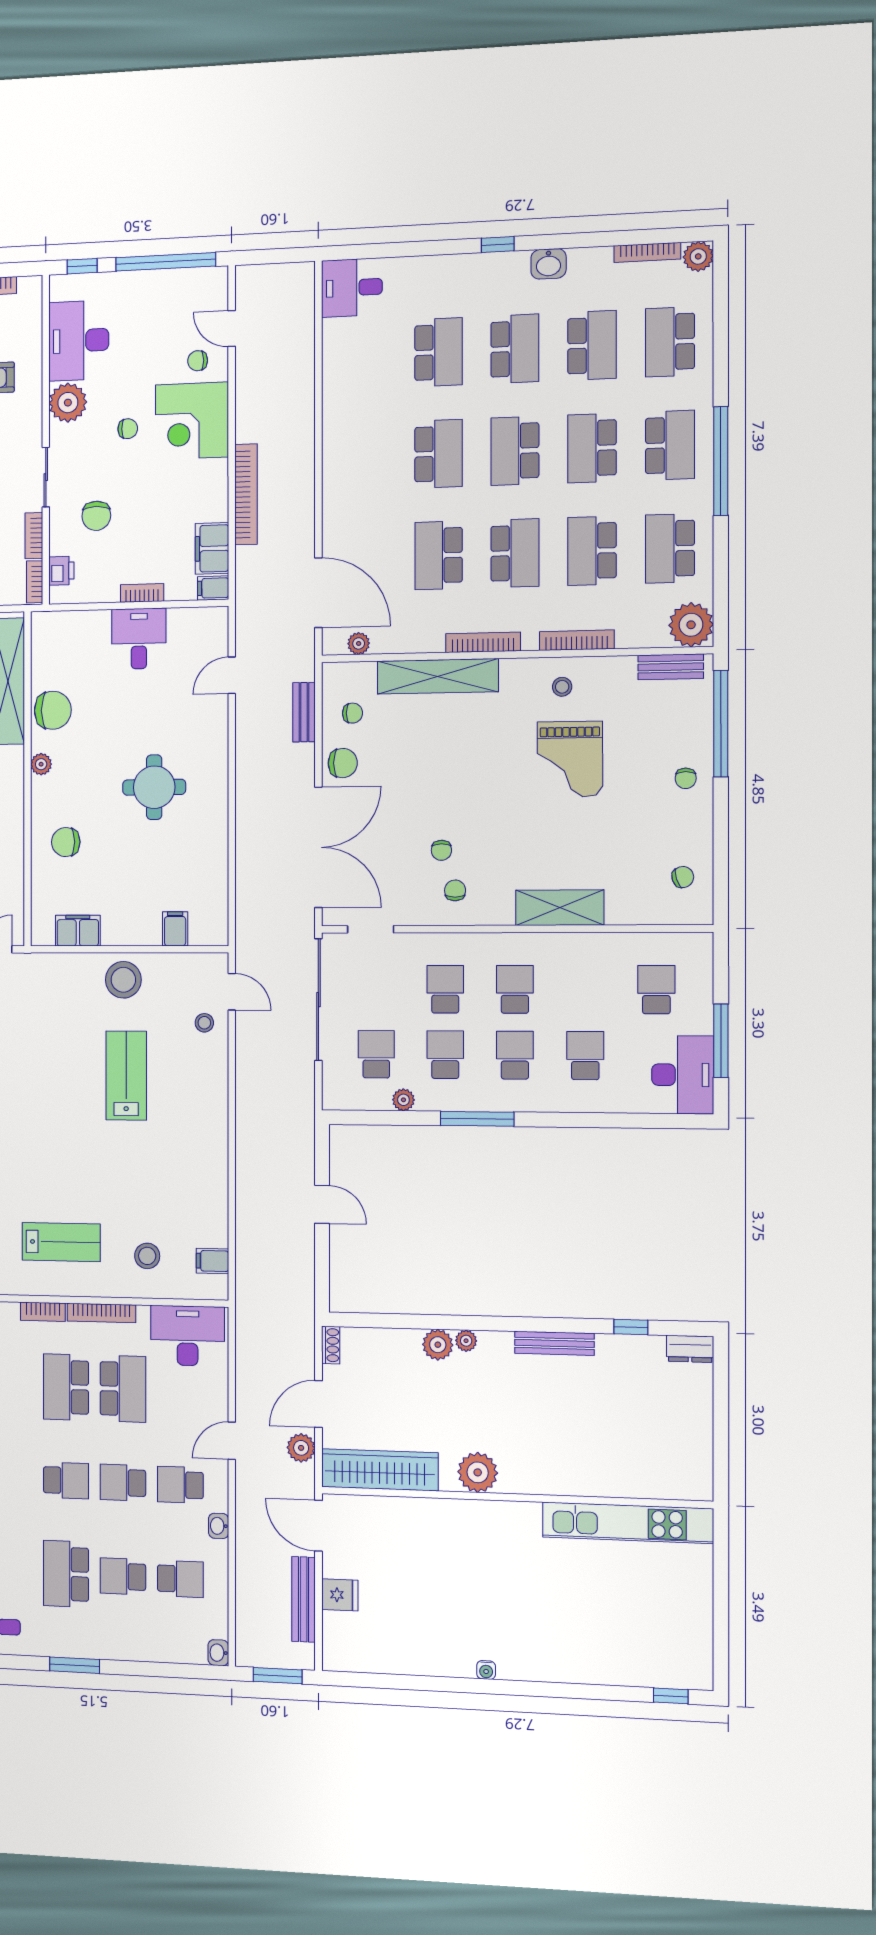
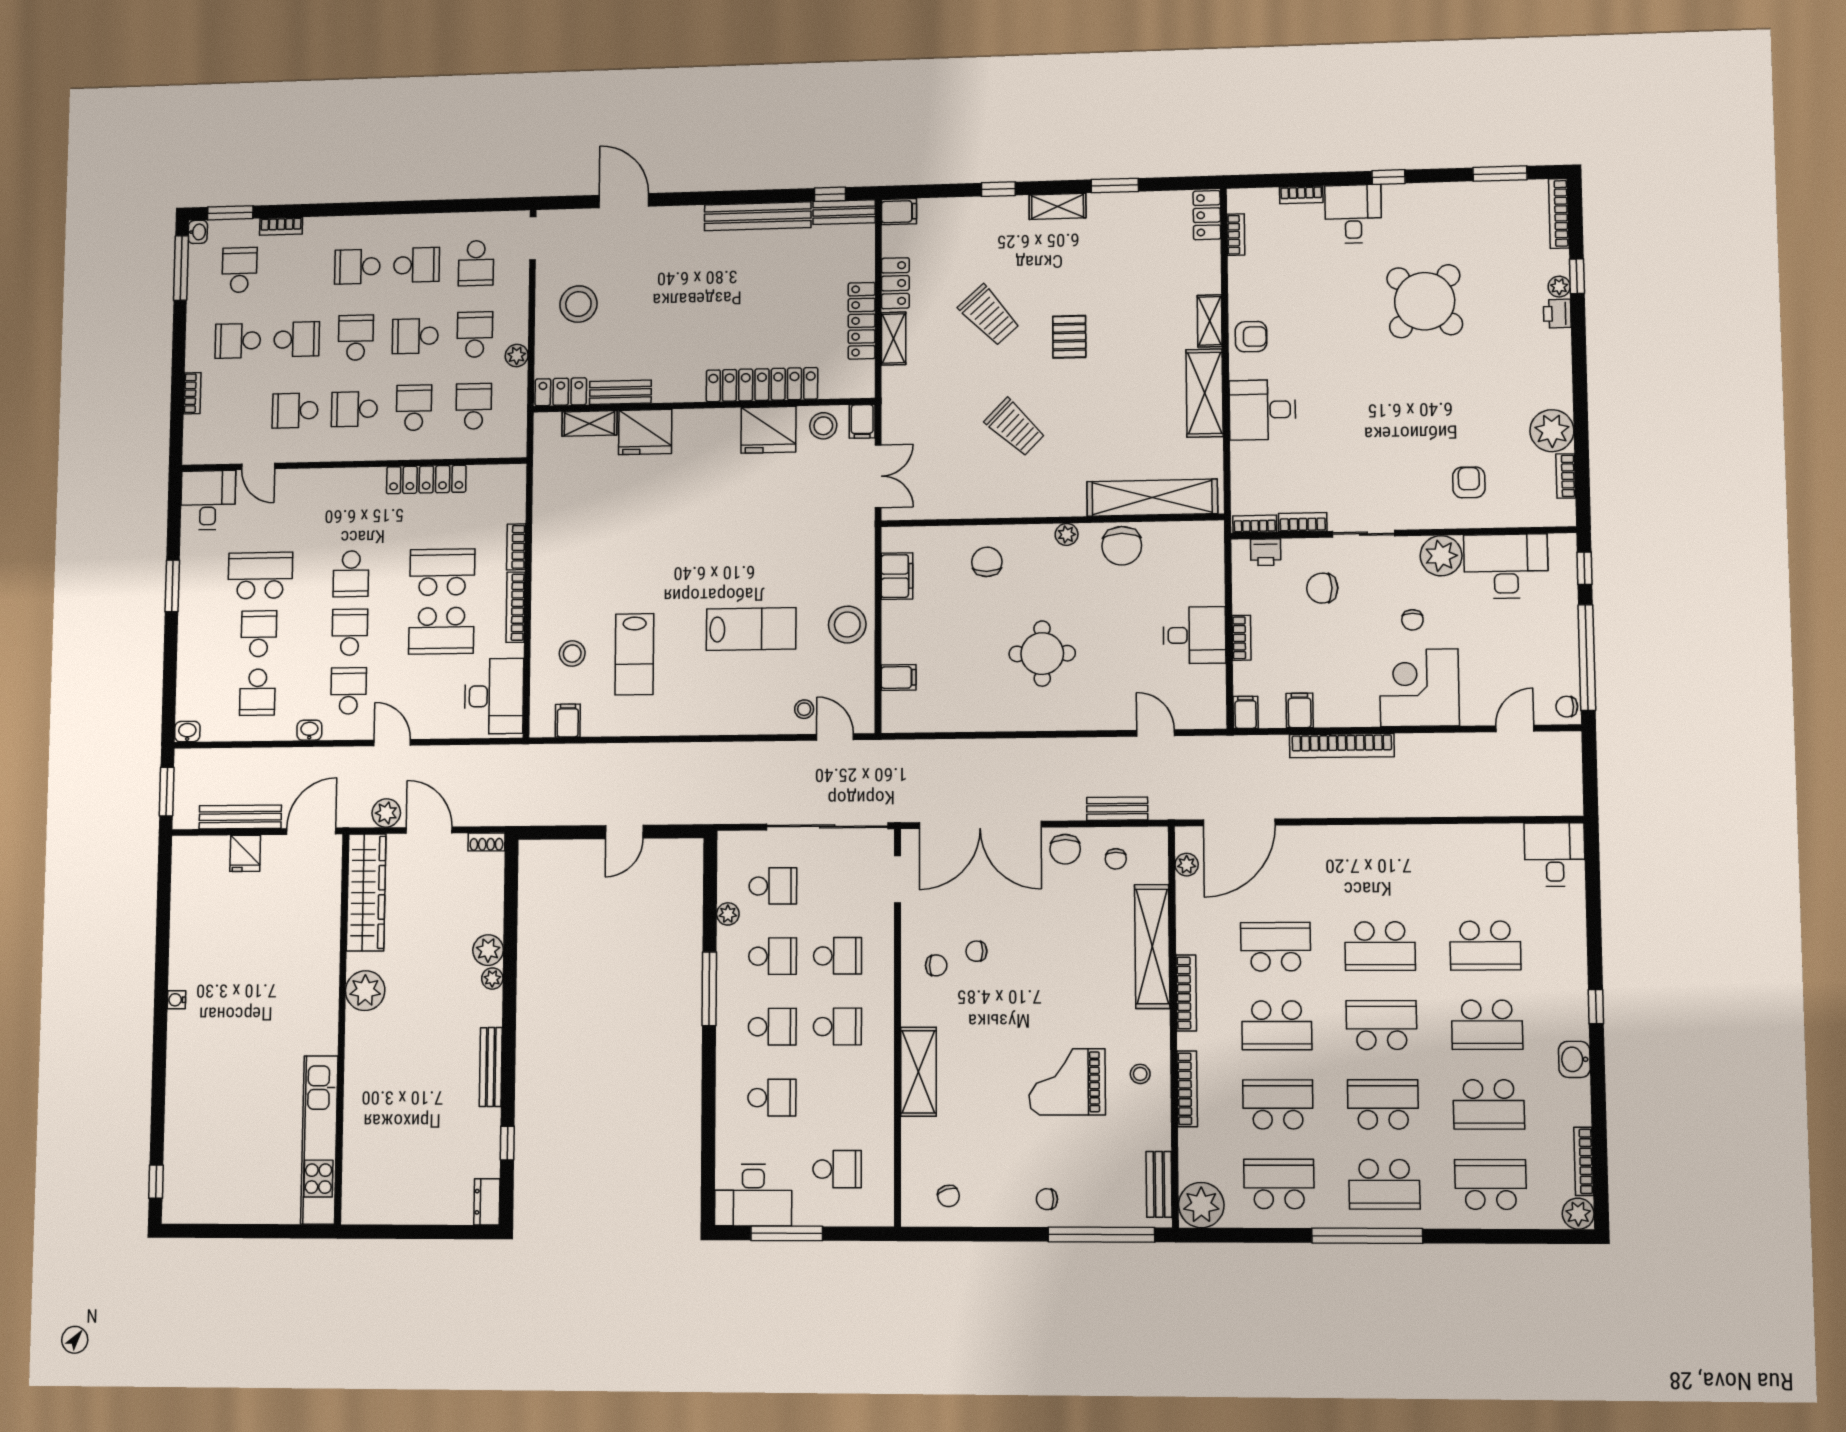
chair: (198, 361) -> (1567, 707), moved, turned -90
filing cabinet: (212, 548) -> (1300, 710), width x0.50
door: (232, 992) -> (835, 737), swing flipped
lab bench: (61, 1242) -> (634, 654), moved

